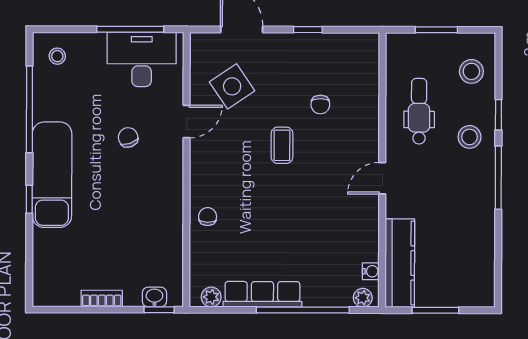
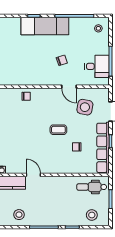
row of seats: (322, 46) -> (103, 148), added
desk: (142, 59) -> (97, 66), width x0.73
side table: (232, 86) -> (85, 107), turned 45
dental chair: (419, 111) -> (92, 187), moved, turned 180
stool: (470, 137) -> (19, 215), moved
door: (382, 178) -> (33, 175), moved

